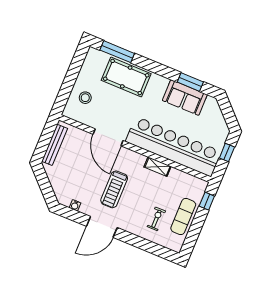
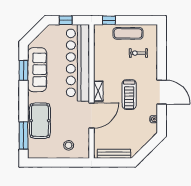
sofa: (185, 98) -> (37, 70), width x1.36
shelving: (158, 167) -> (98, 91), moved
treadmill: (114, 189) -> (129, 94), turned 90

